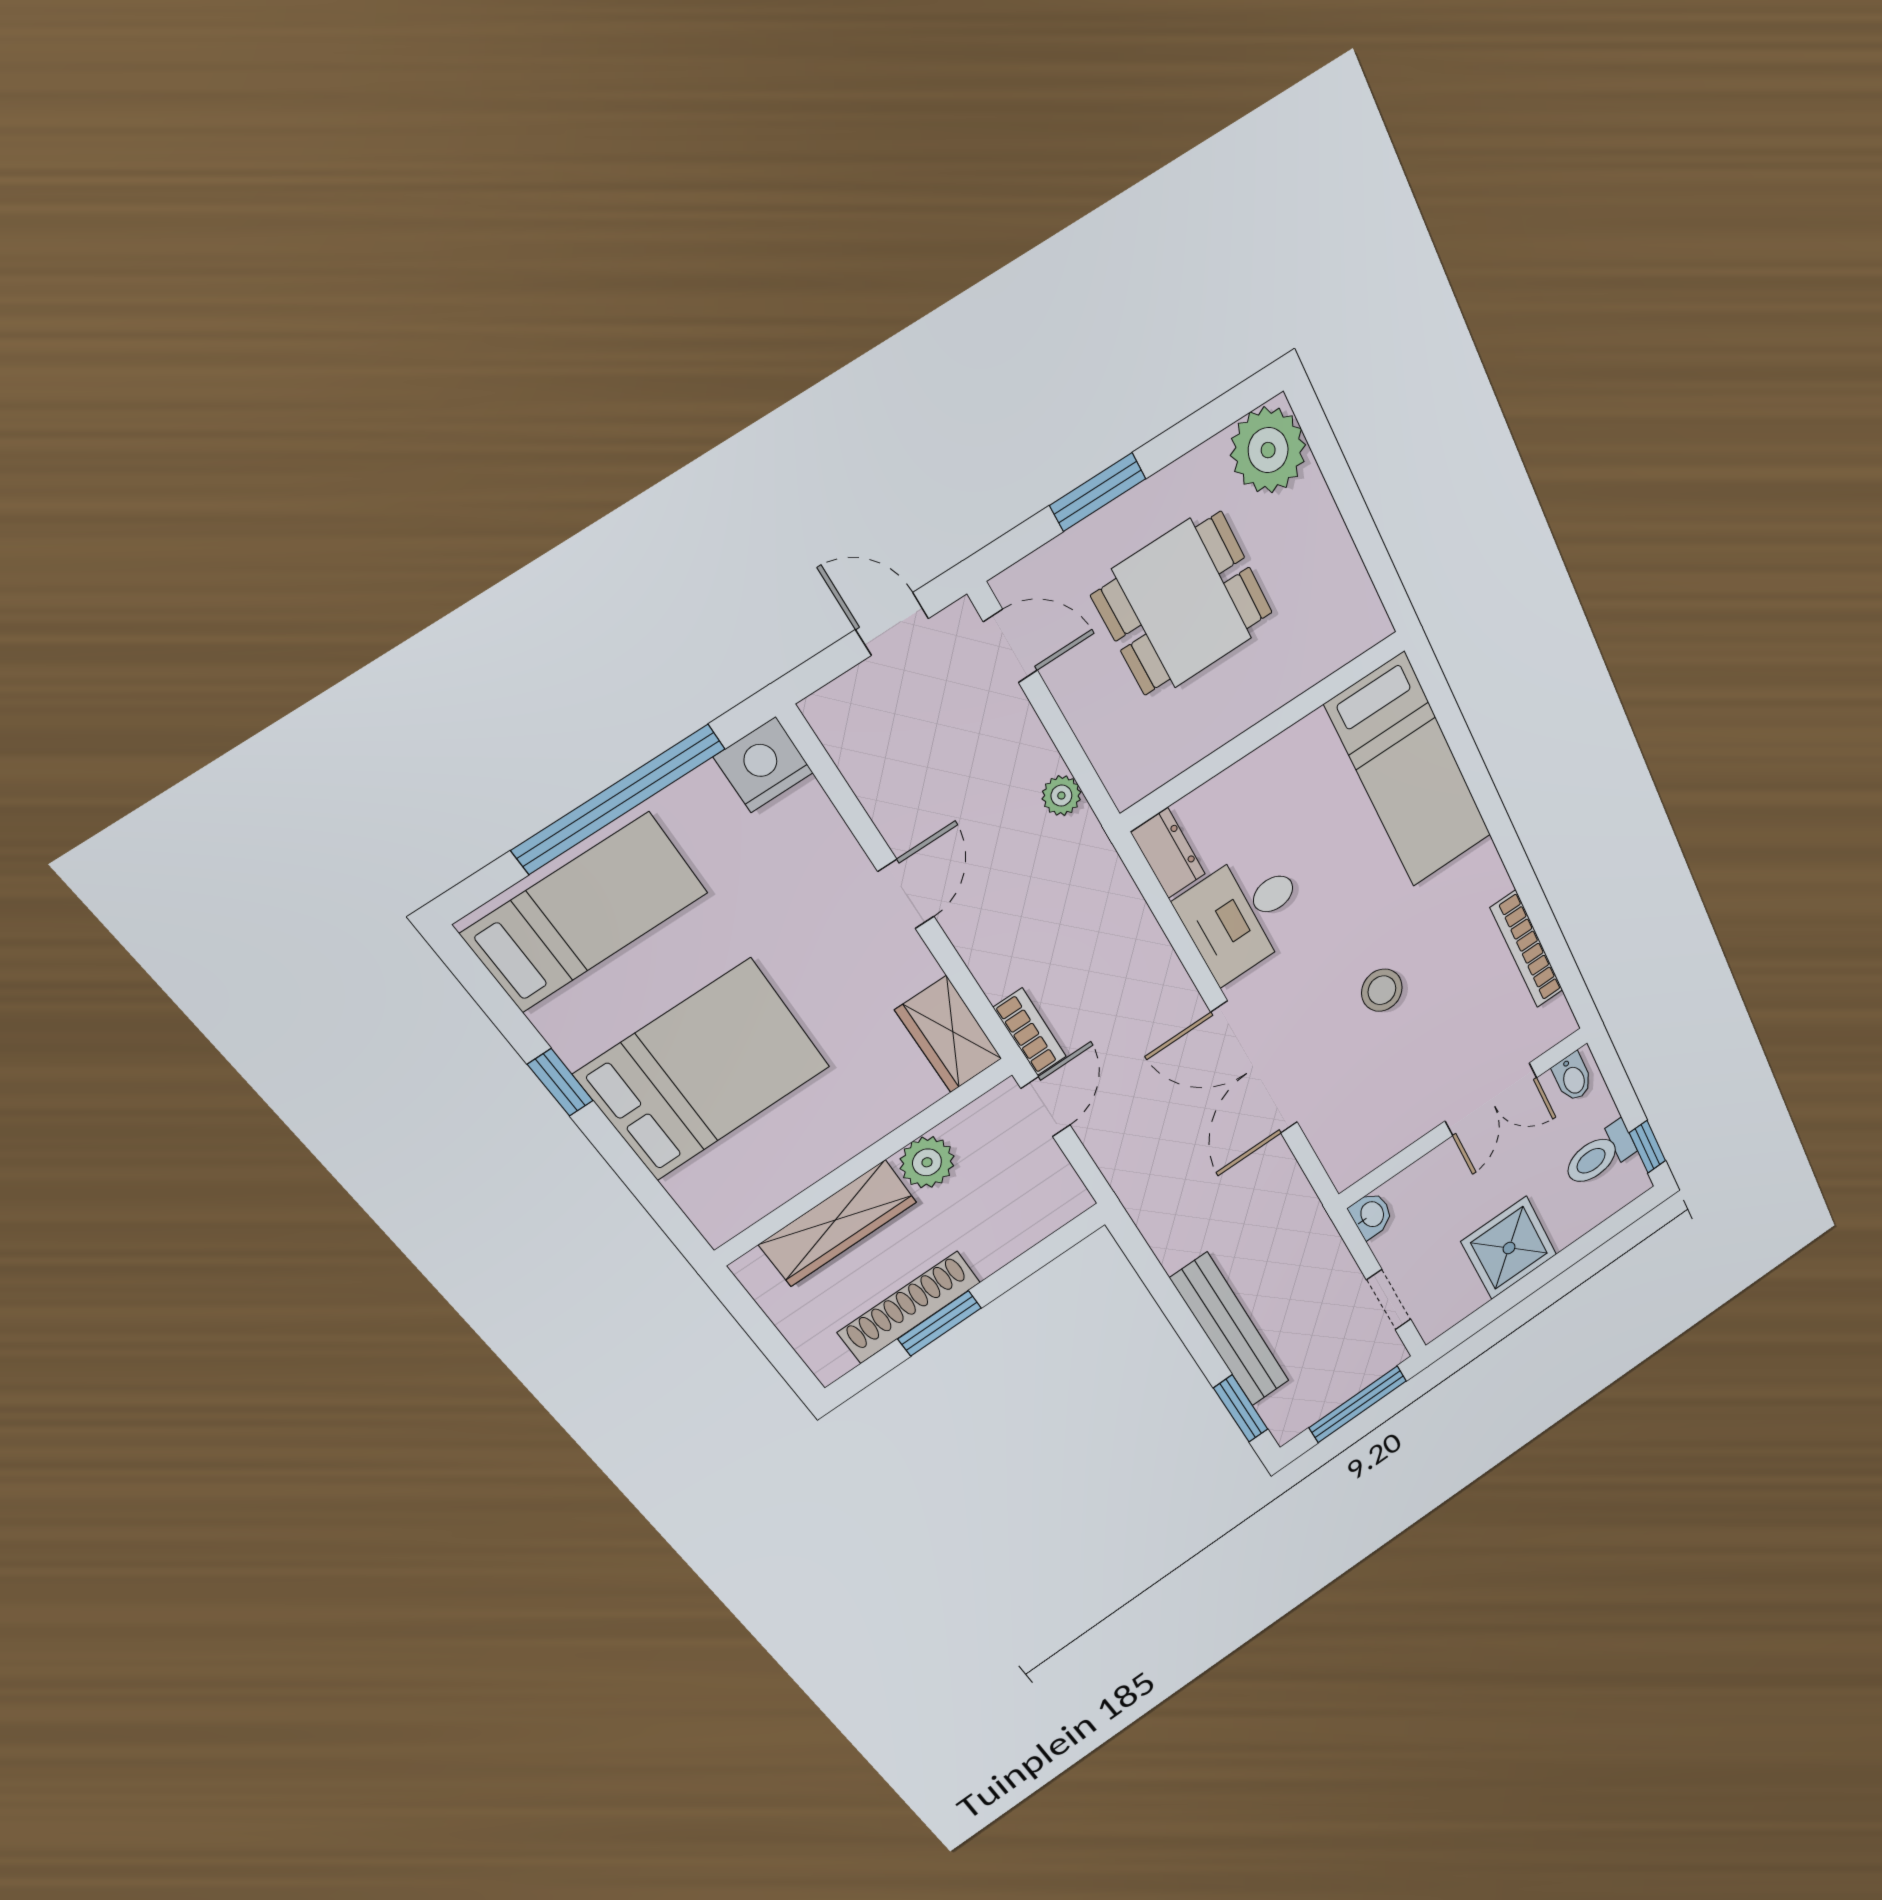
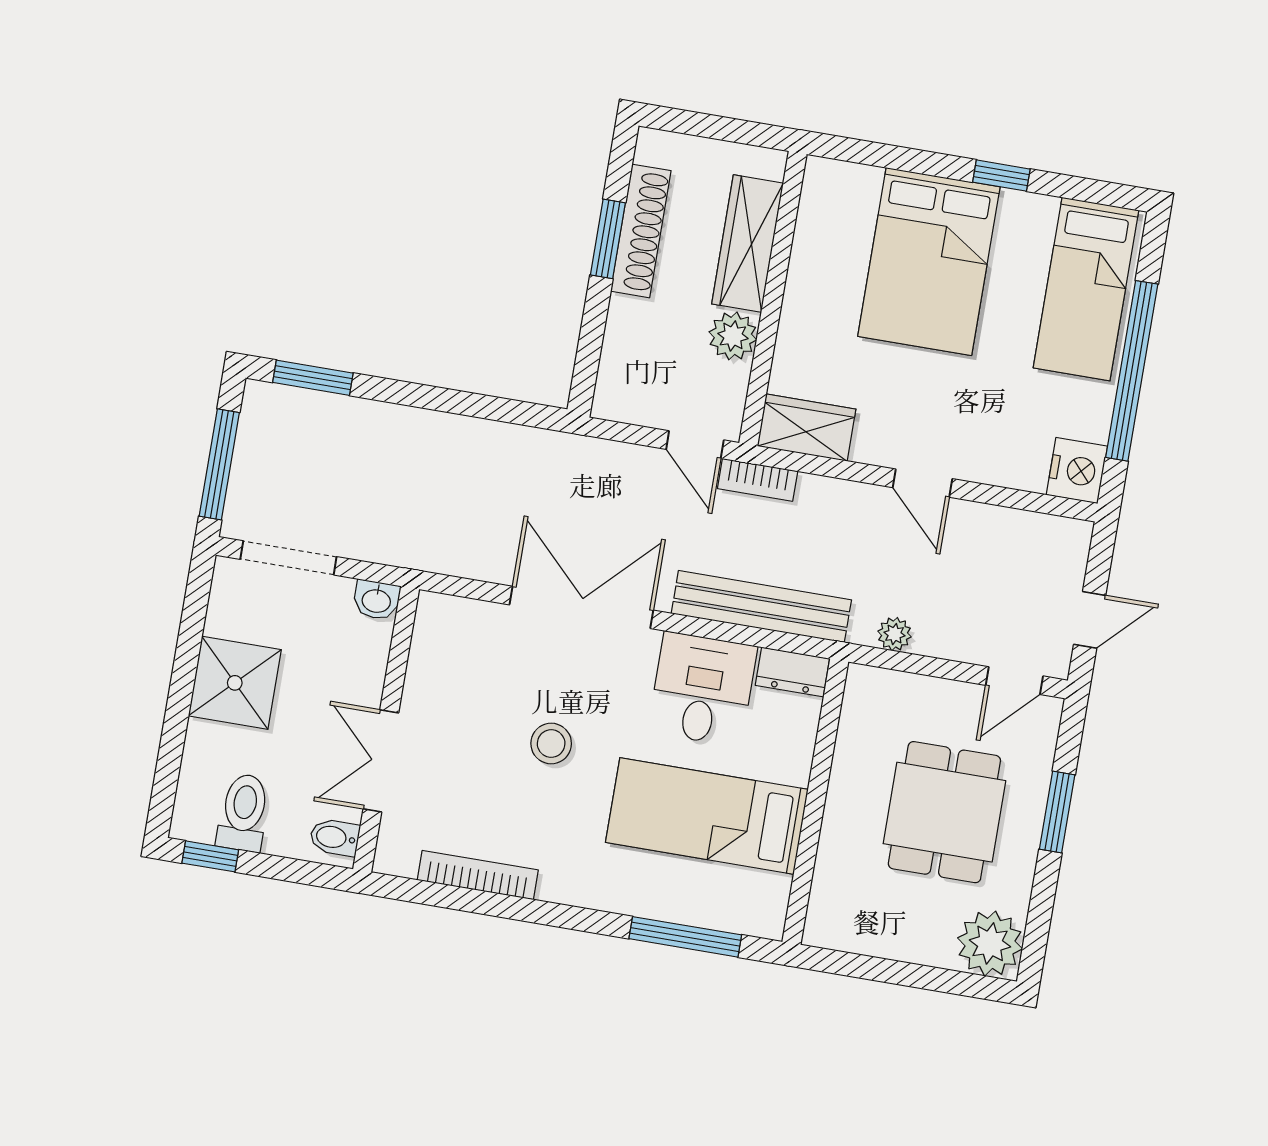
window: (1459, 739) -> (685, 937), added
bed: (1409, 771) -> (707, 816), moved
doorway: (1389, 1300) -> (288, 558), width x1.38
bench: (1230, 1330) -> (761, 607), moved

